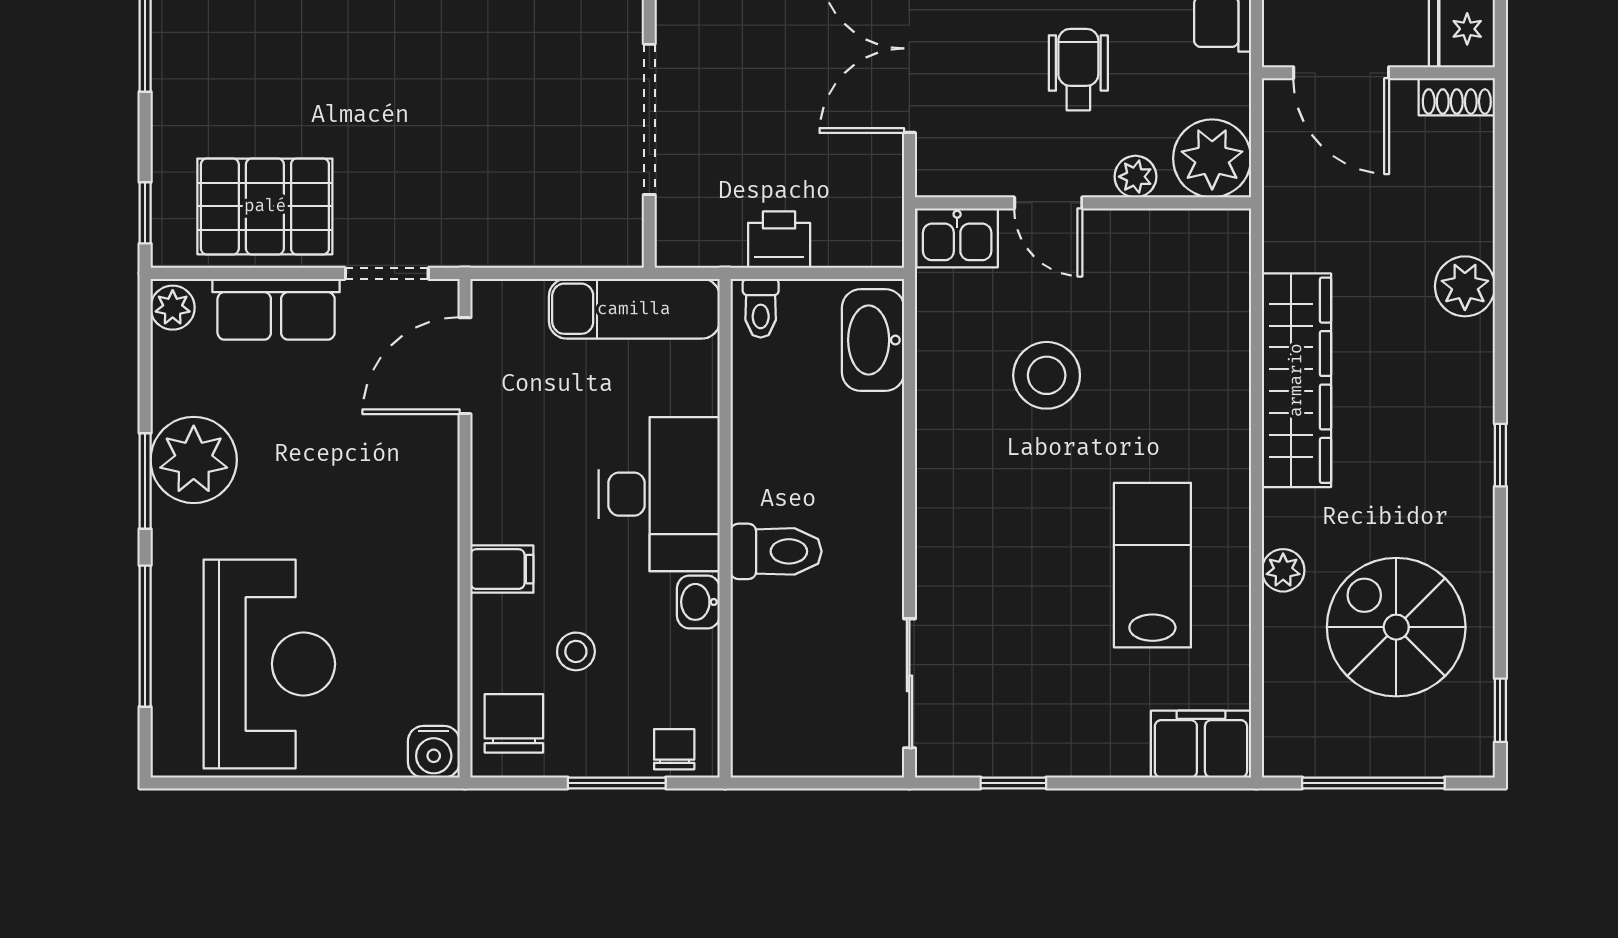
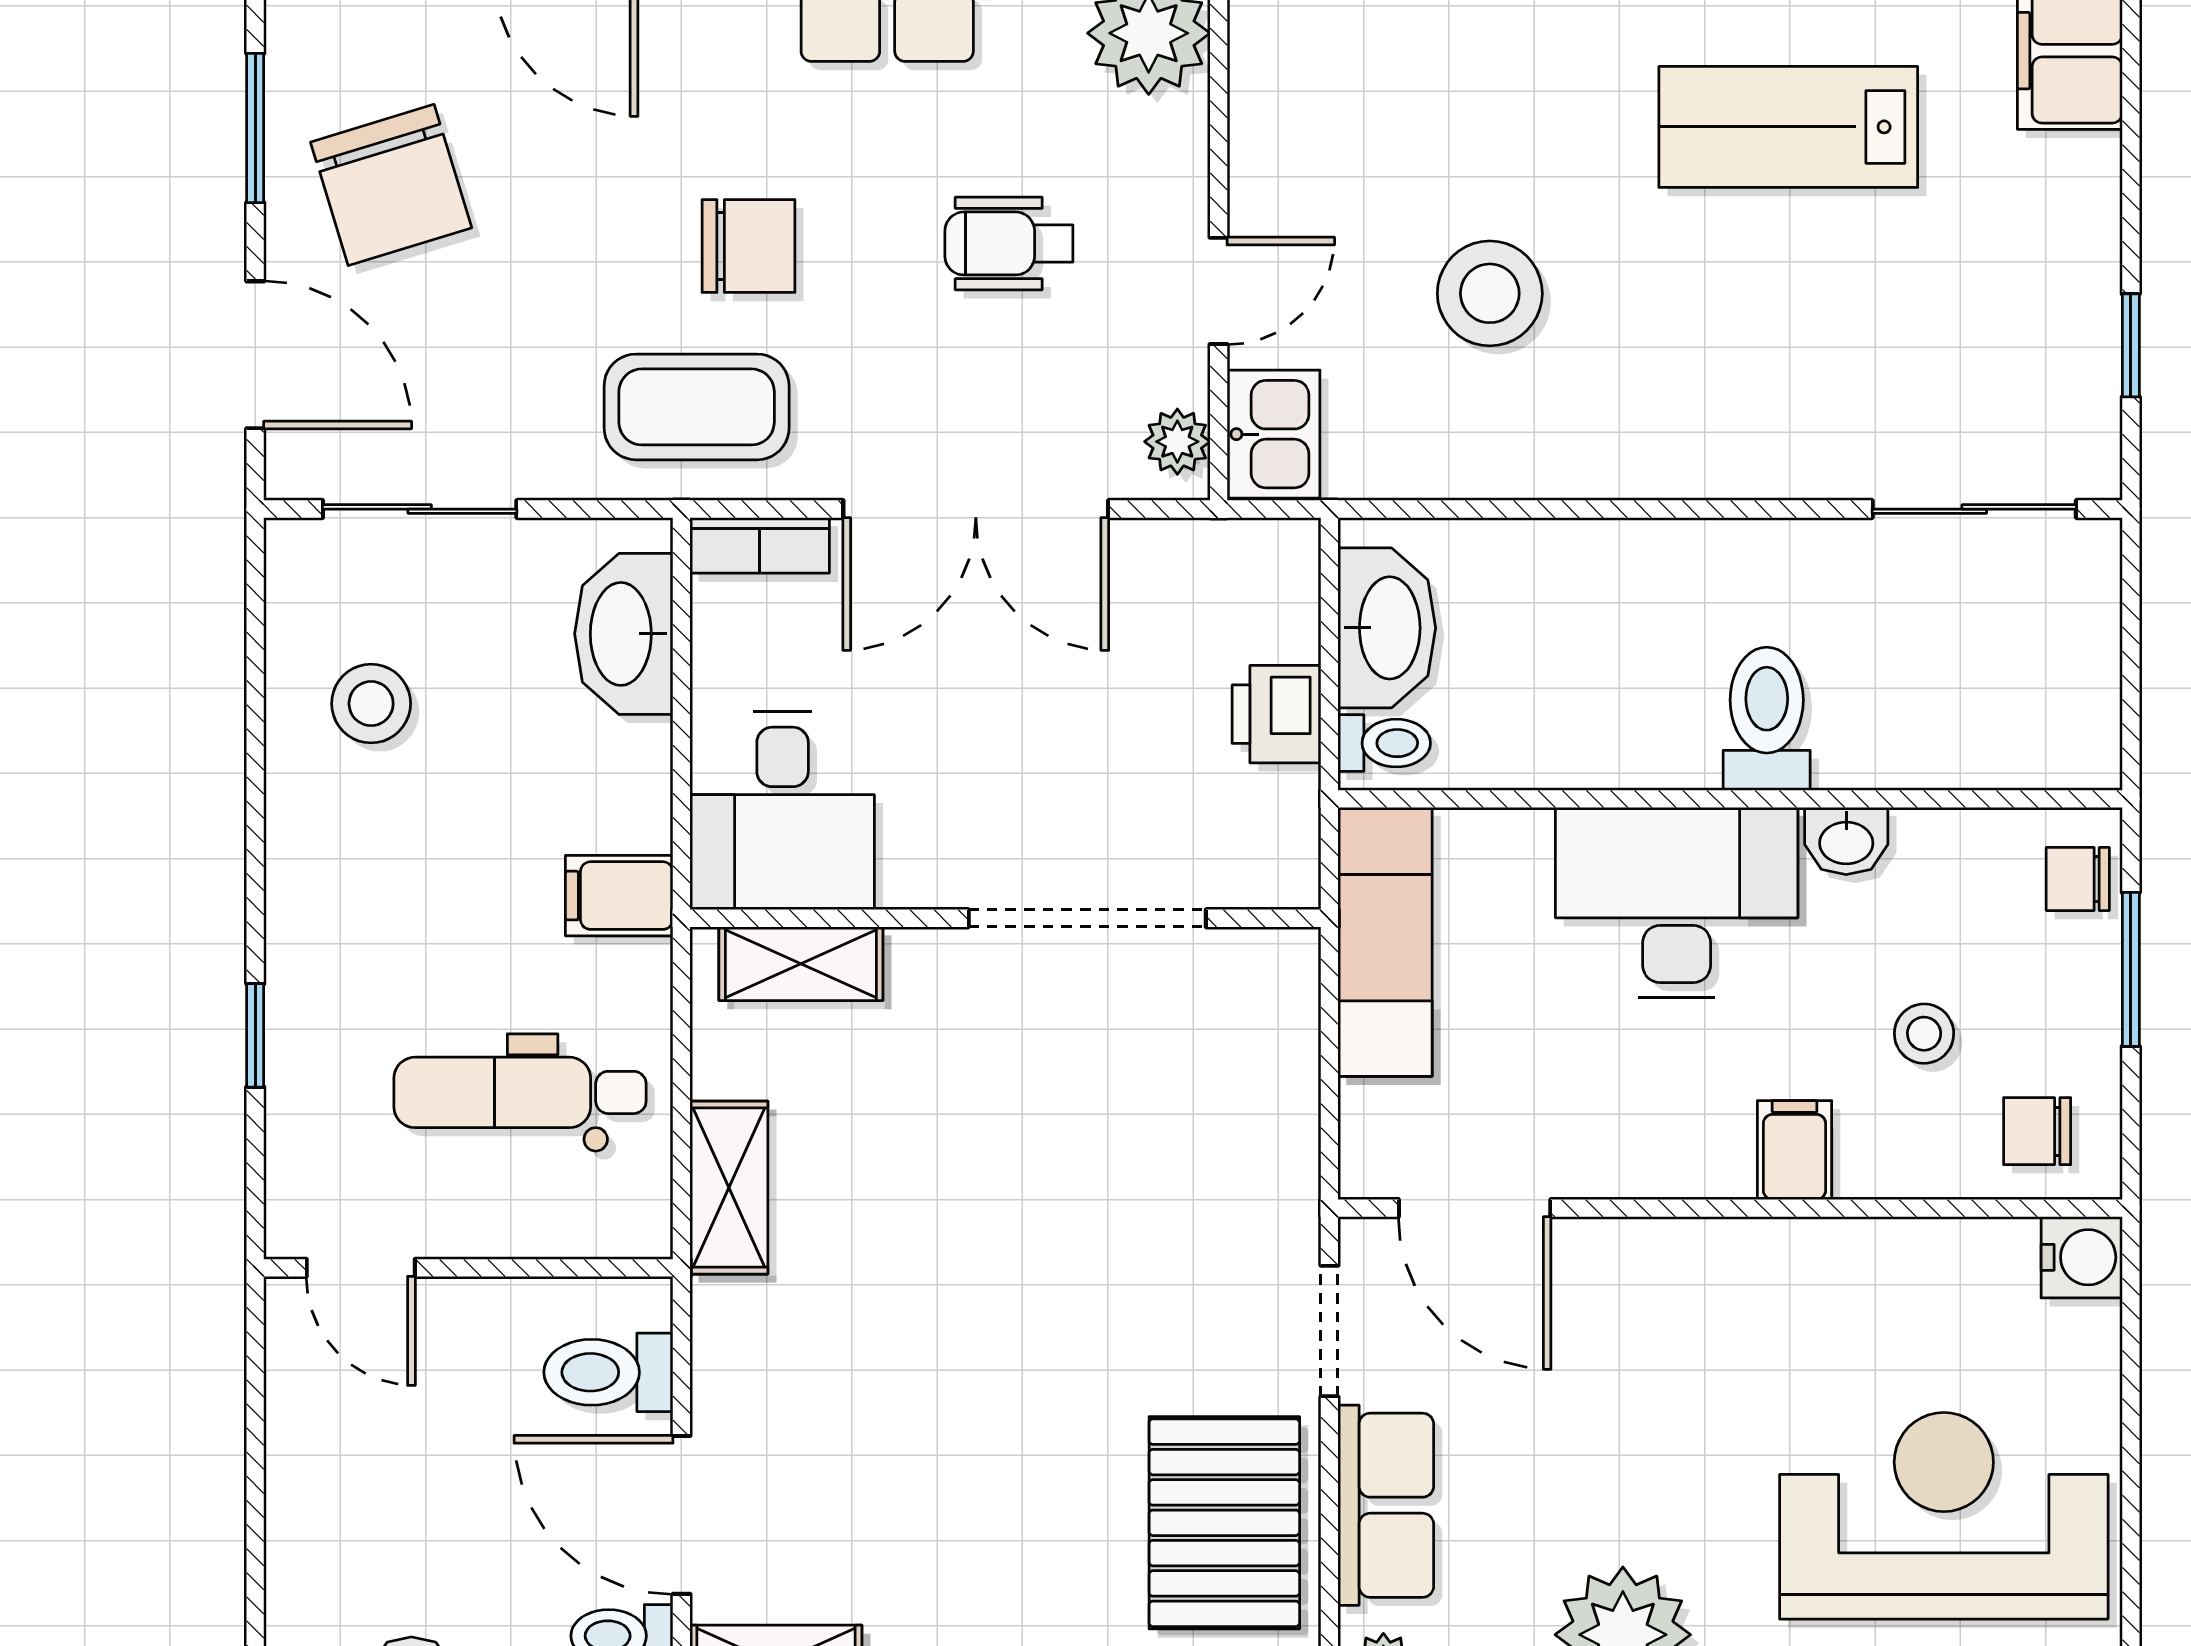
plant: (1135, 177) -> (1177, 442), moved
washbasin: (873, 340) -> (1387, 628), moved, turned -90
chair: (514, 723) -> (2037, 1131), width x0.73, depth x0.73

